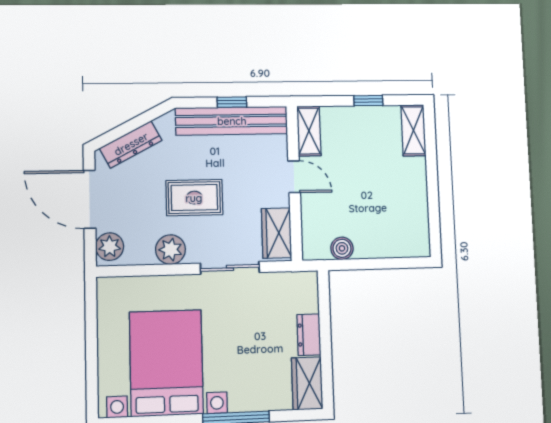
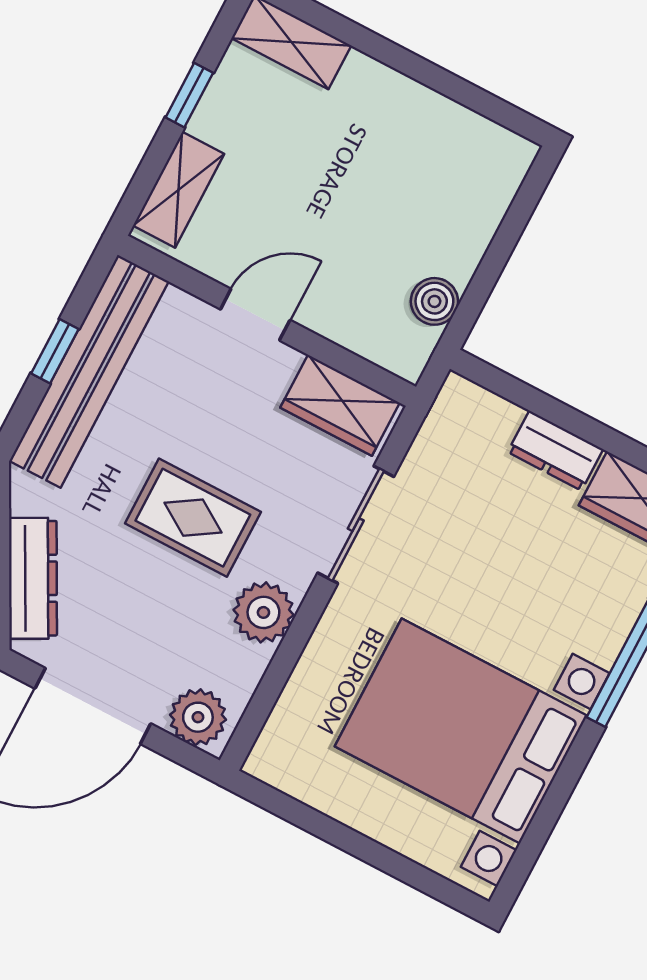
shelving: (309, 131) -> (179, 190), moved, turned 90
rug: (194, 198) -> (193, 518), turned 90

